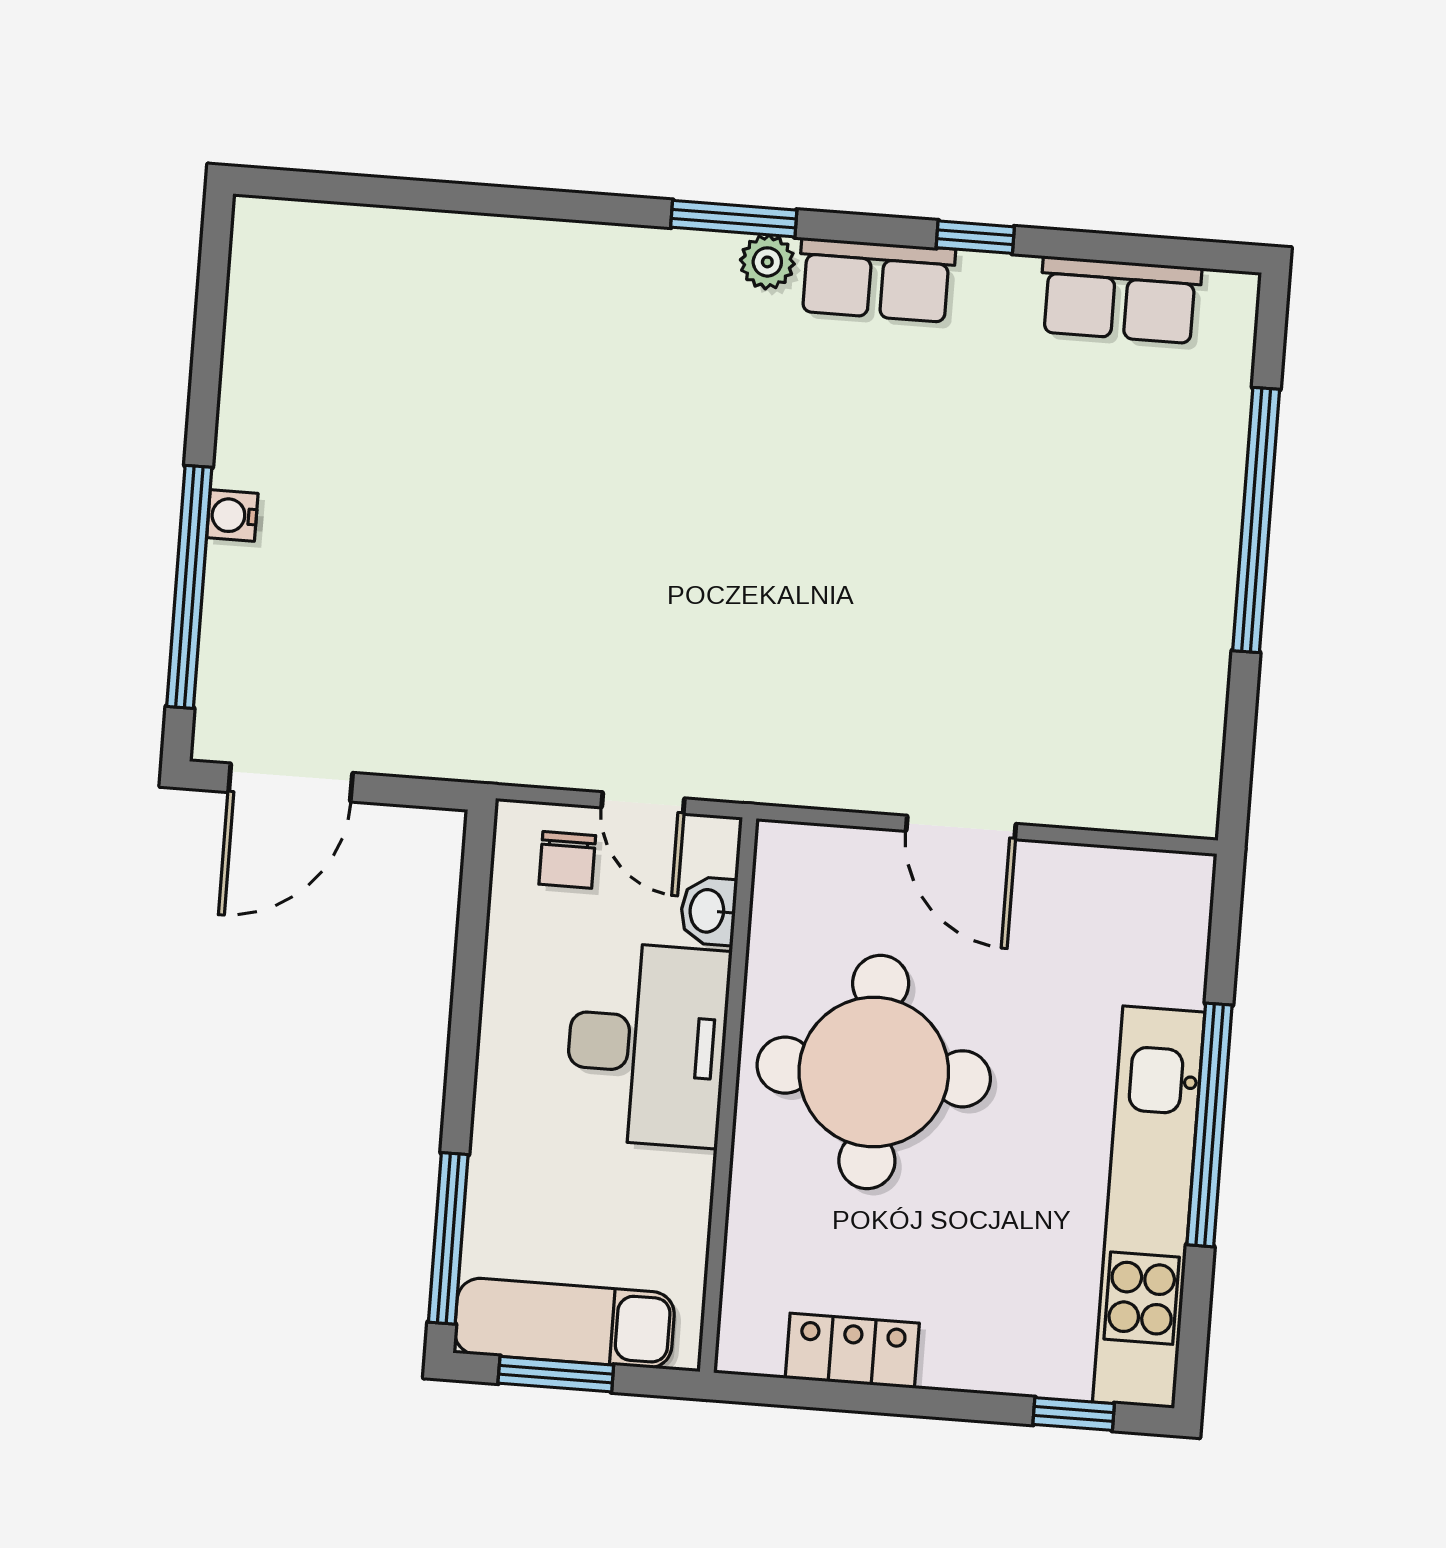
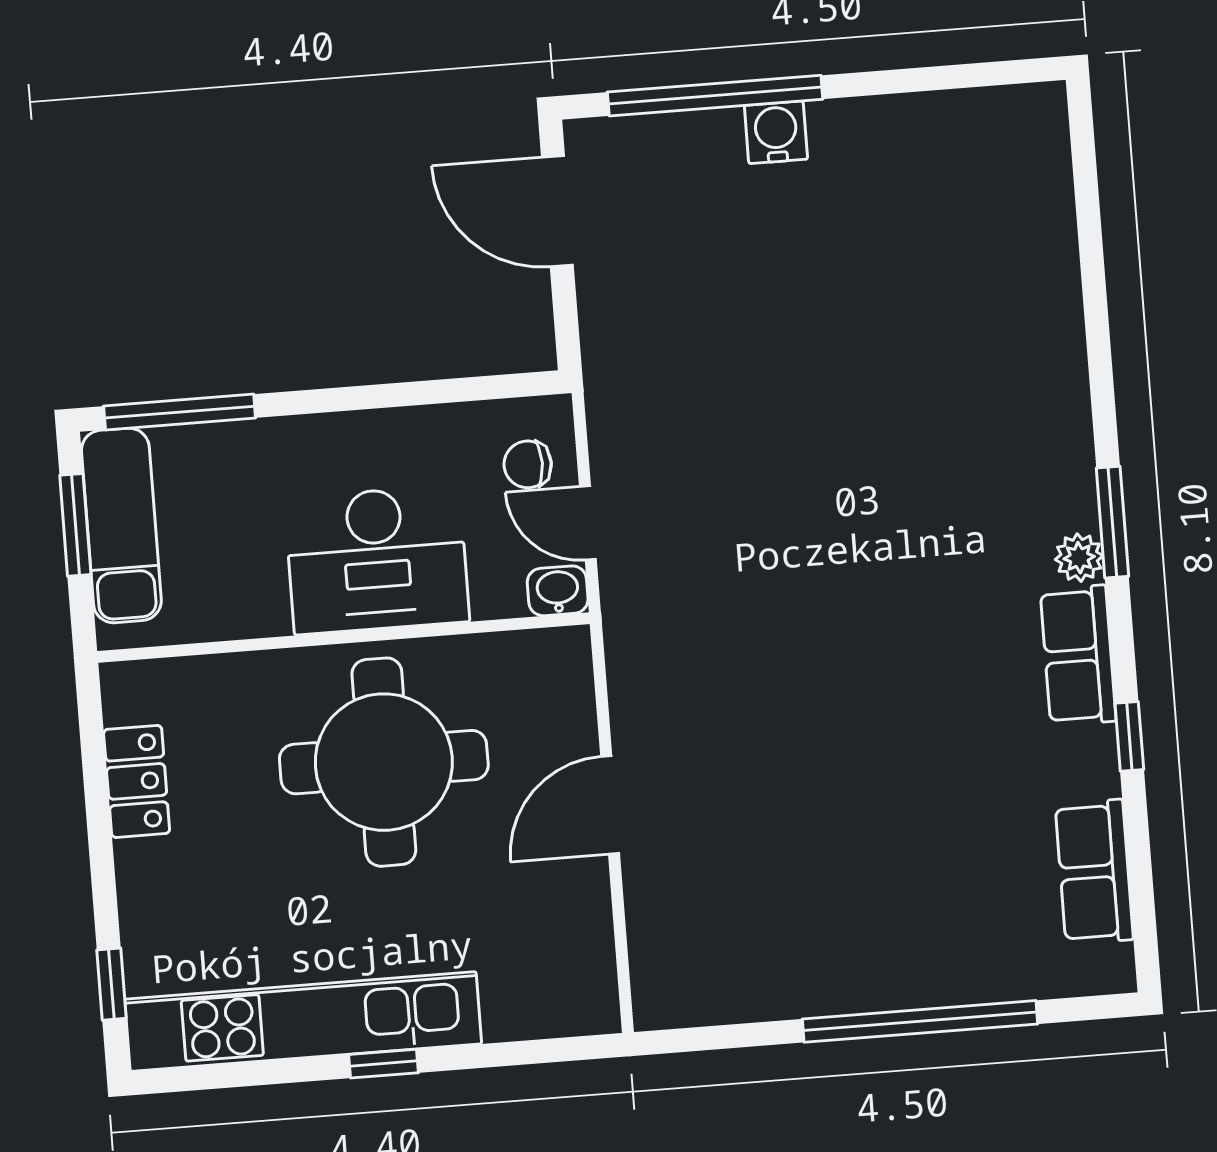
water cooler: (232, 515) -> (776, 132), width x1.38, depth x1.38
door: (643, 803) -> (588, 523), hinge flipped
washbasin: (709, 911) -> (558, 591), moved
window: (1210, 1125) -> (384, 1064), width x0.32

